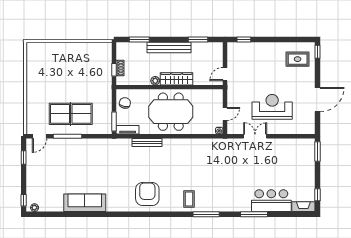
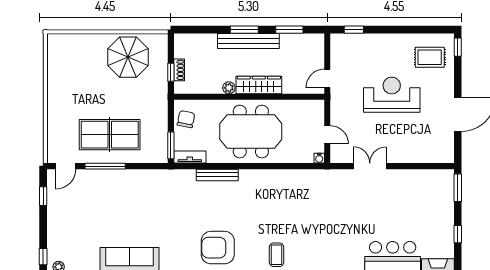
window: (139, 40) -> (244, 30), moved
parasol: (84, 59) -> (128, 57), added
reception desk: (272, 107) -> (392, 95), moved
door: (225, 114) -> (327, 135), hinge flipped
armchair: (147, 194) -> (218, 248), turned -90
window: (317, 195) -> (458, 234), moved

